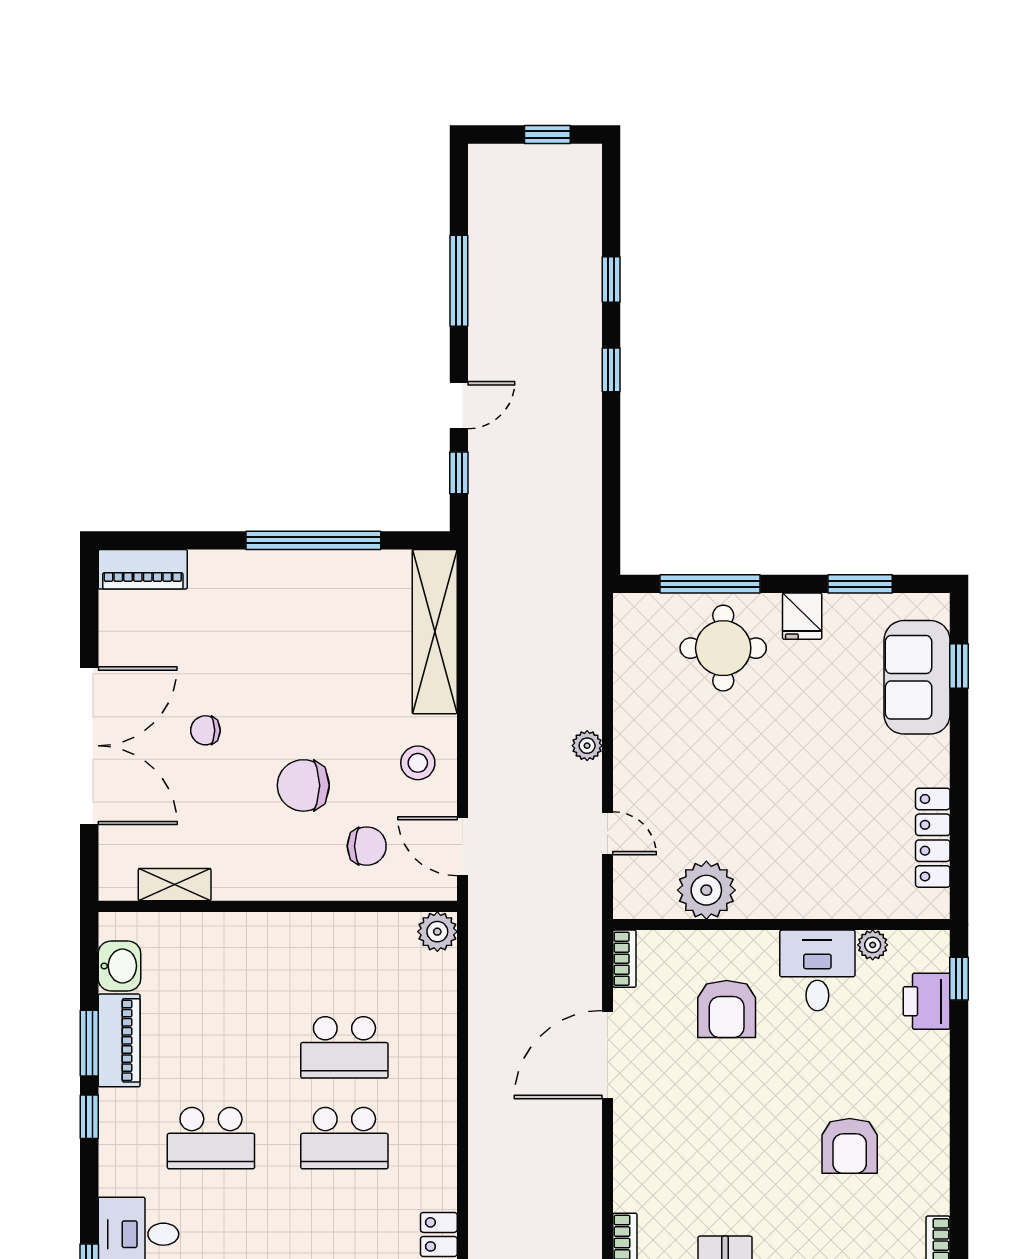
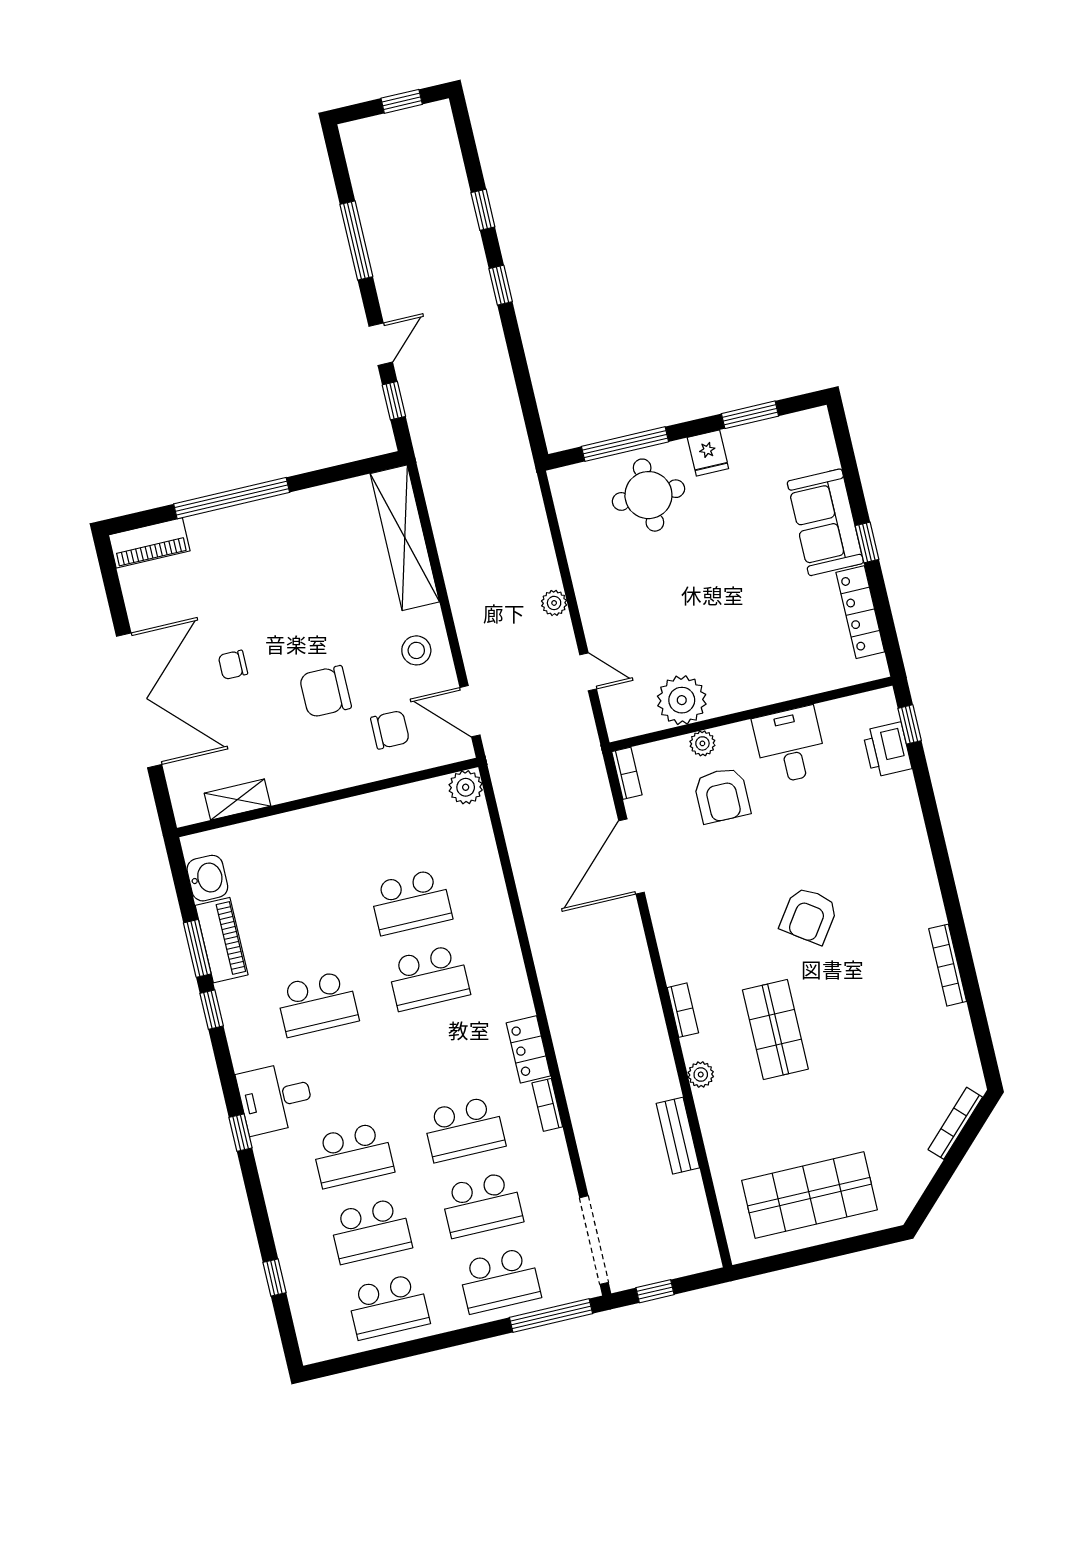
window: (313, 540) -> (232, 498), moved
window: (959, 666) -> (867, 543), moved
sofa: (917, 677) -> (825, 522), moved
plant: (873, 945) -> (702, 743), moved
armchair: (850, 1146) -> (809, 916), moved, turned 35

